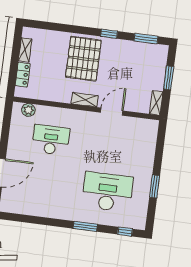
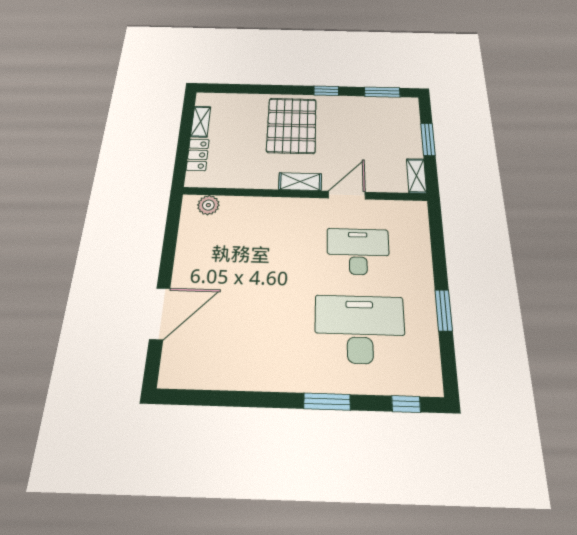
desk: (51, 140) -> (358, 251), moved

